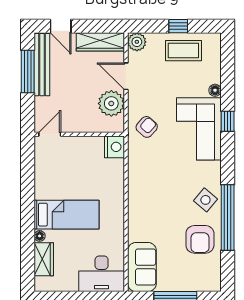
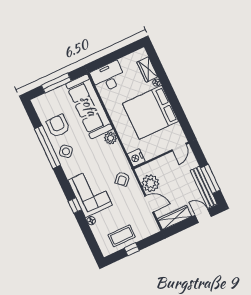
plant: (137, 42) -> (110, 138), moved
bed: (66, 215) -> (150, 112), width x2.04
sofa: (142, 267) -> (89, 106), width x1.85, depth x1.27

